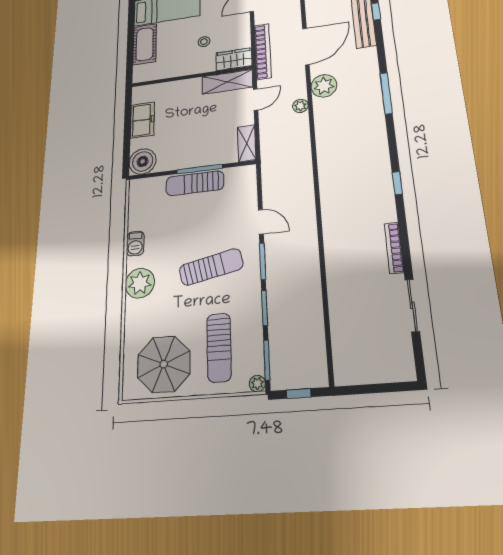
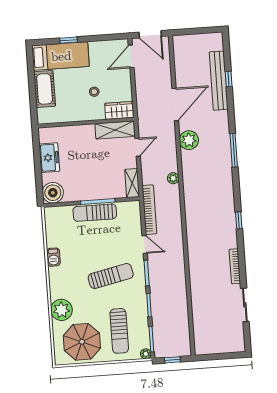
bookcase: (263, 51) -> (149, 210), moved
plant: (300, 106) -> (173, 178), moved
plant: (140, 283) -> (61, 310), moved

